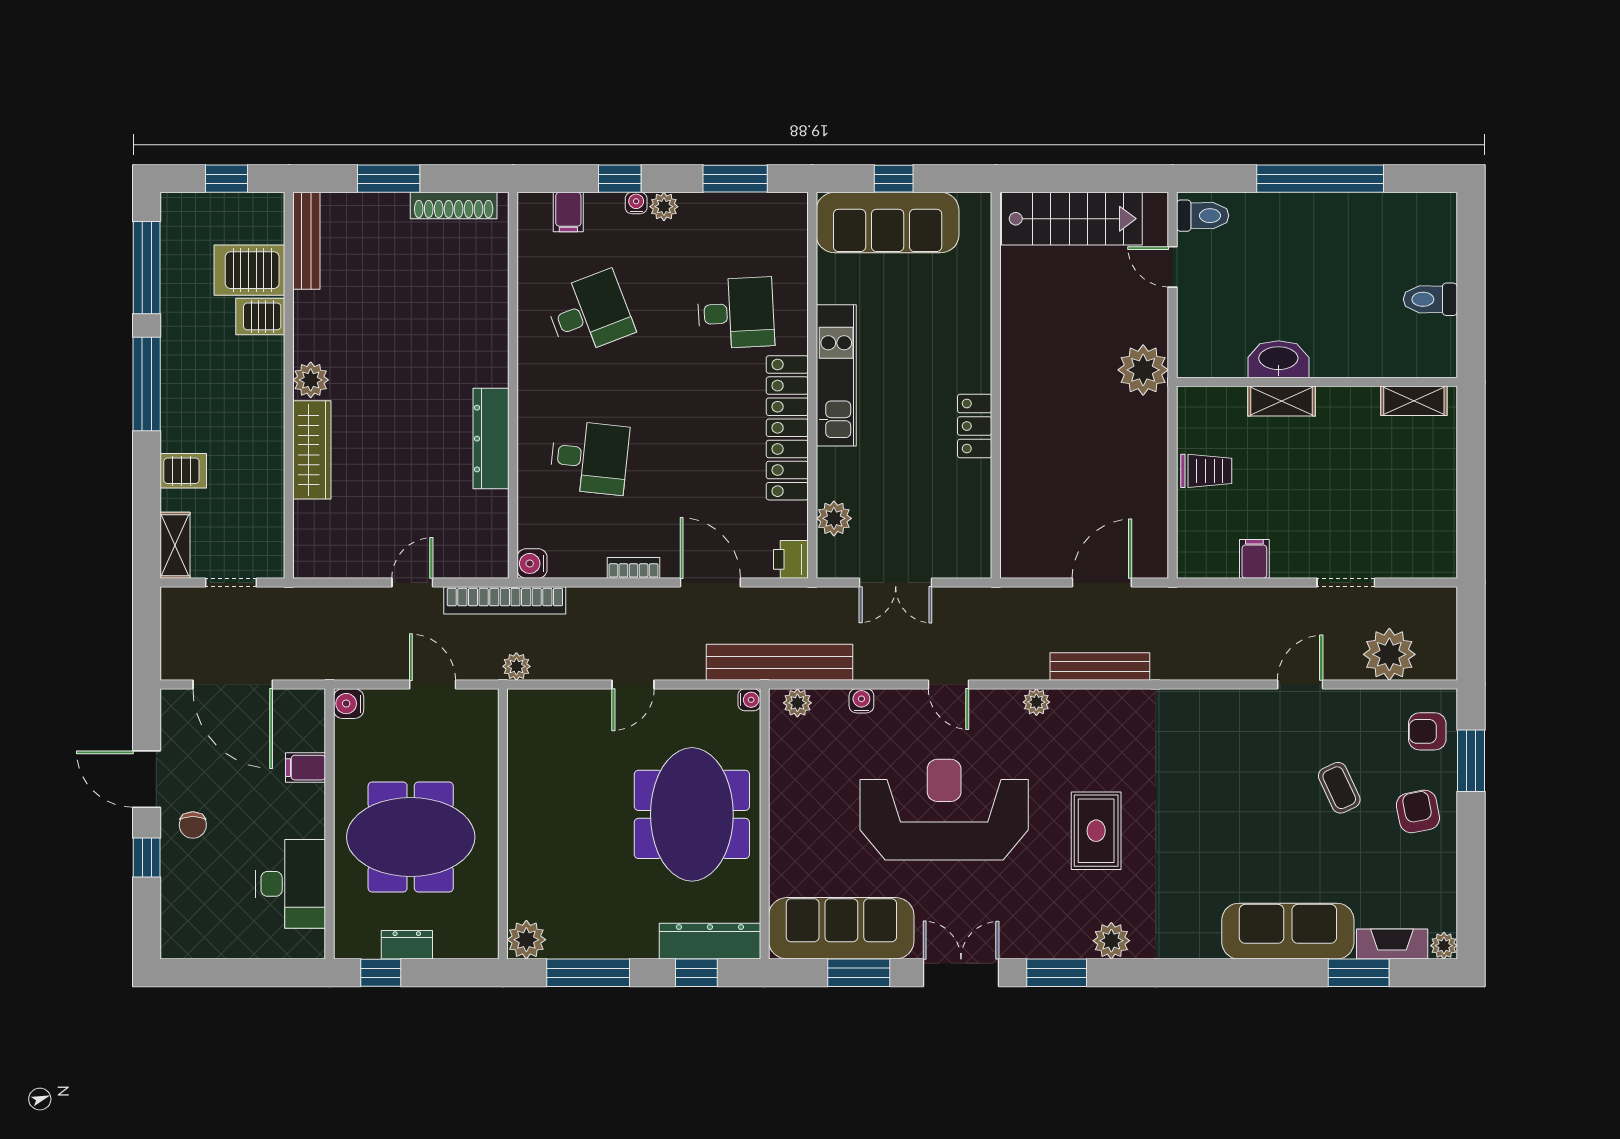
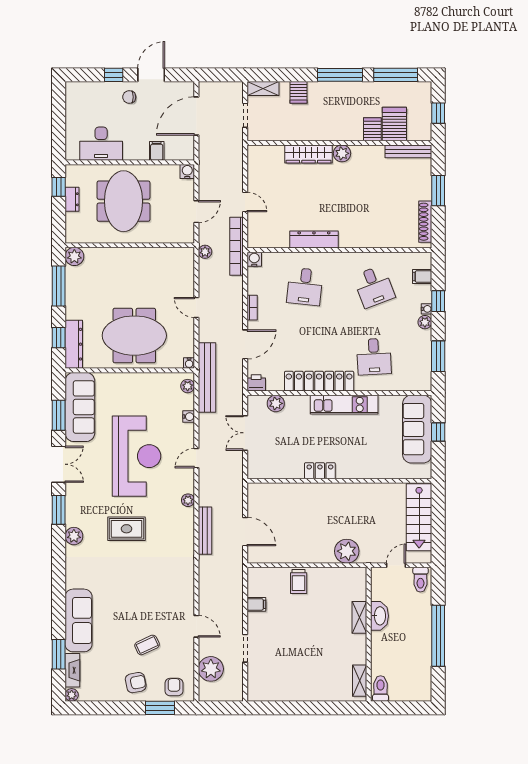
washbasin: (1278, 359) -> (379, 616), moved
wall: (1317, 382) -> (369, 634), moved
shelving: (1281, 401) -> (359, 617), moved
shelving: (1414, 401) -> (360, 681), moved

